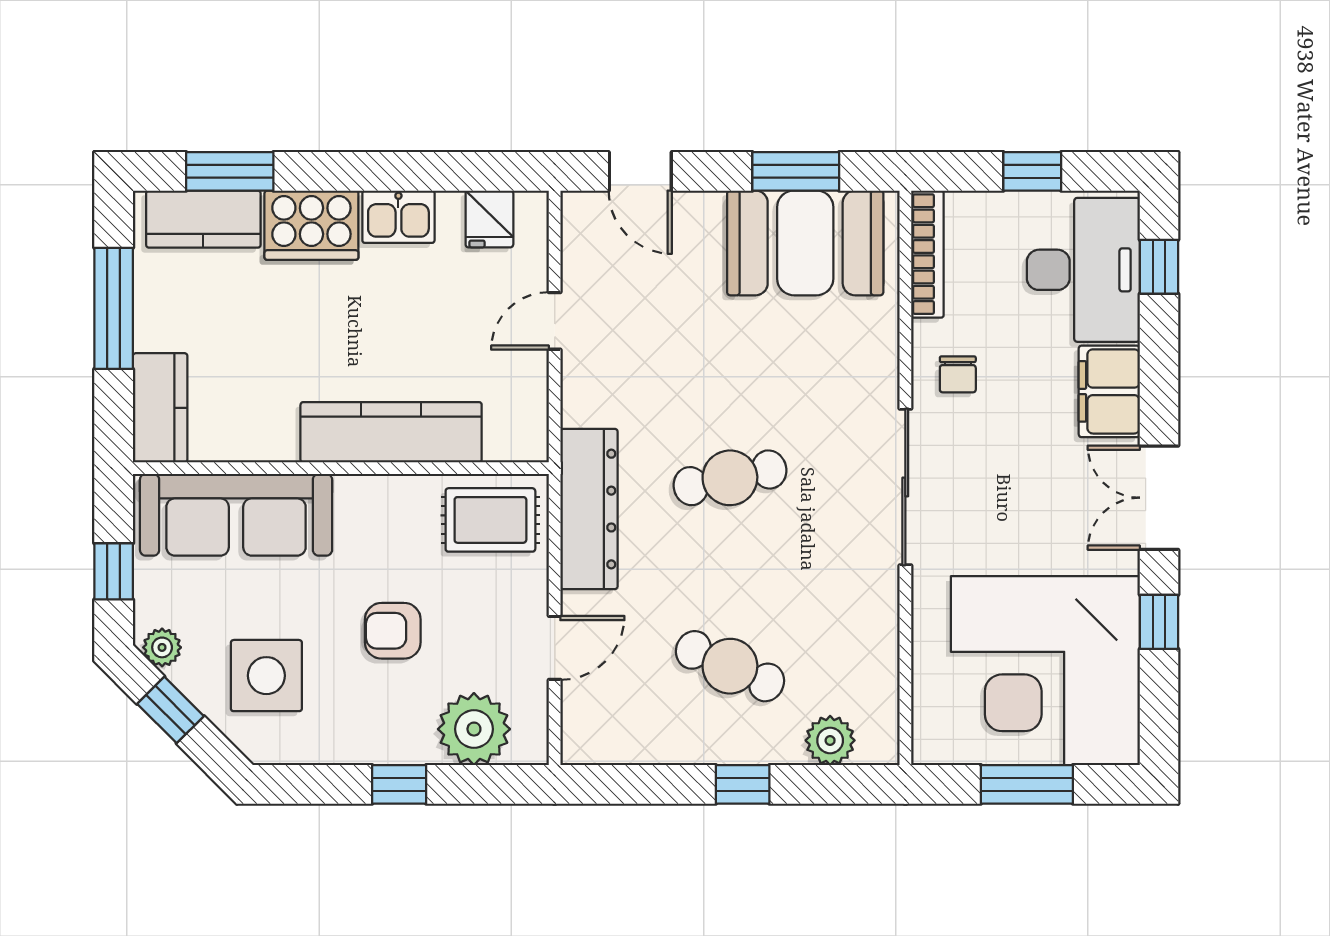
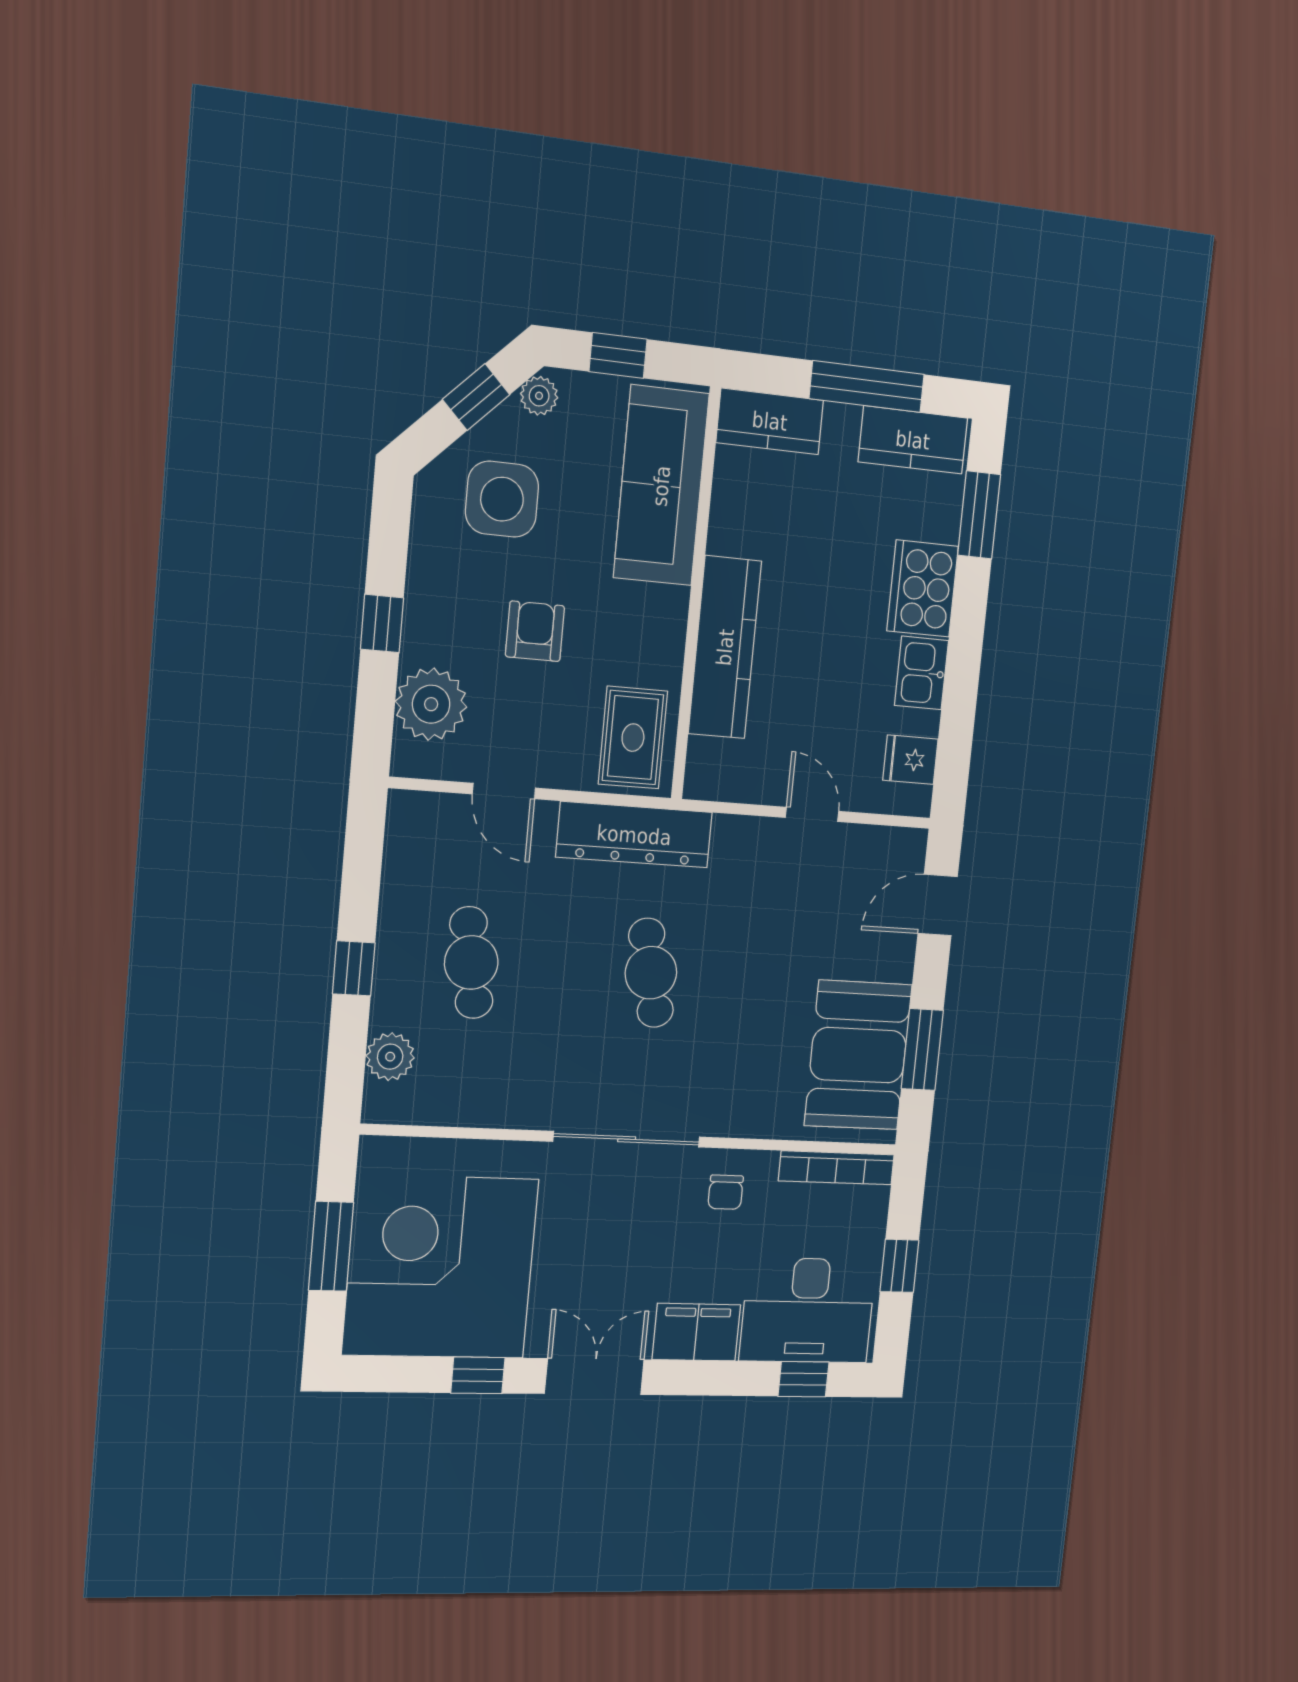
kitchen counter: (203, 219) -> (913, 440), moved, turned -90
chair: (958, 374) -> (726, 1192), turned -90
cafe table: (730, 666) -> (471, 962), turned -33

